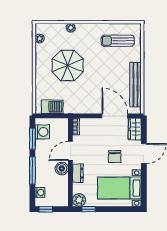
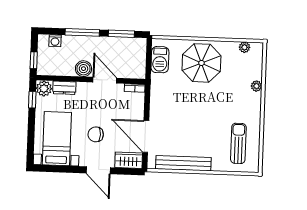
parasol: (68, 65) -> (201, 63), moved
door: (115, 116) -> (146, 136), swing flipped
washing machine: (42, 132) -> (129, 46), removed
dresser: (78, 173) -> (64, 88), moved
window: (46, 209) -> (34, 60), moved

